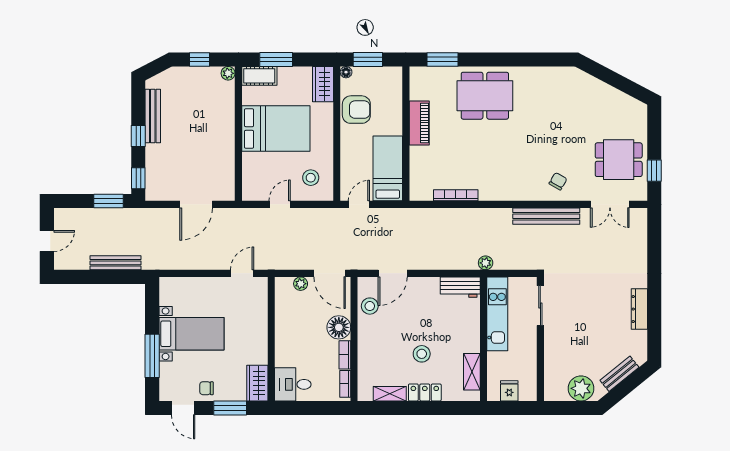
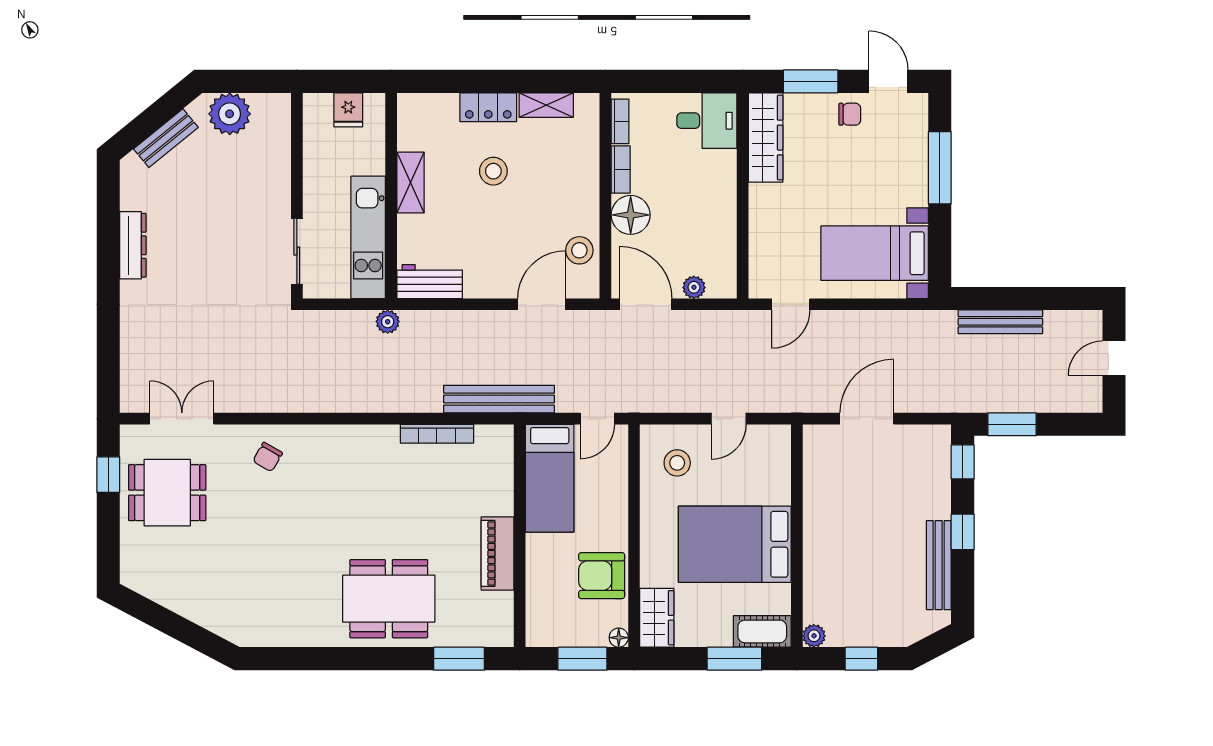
bench: (546, 216) -> (499, 399), moved
bed with nightstands: (191, 334) -> (875, 253), moved
shelving: (472, 372) -> (410, 183), moved
wardrobe: (257, 383) -> (766, 138), width x1.50

